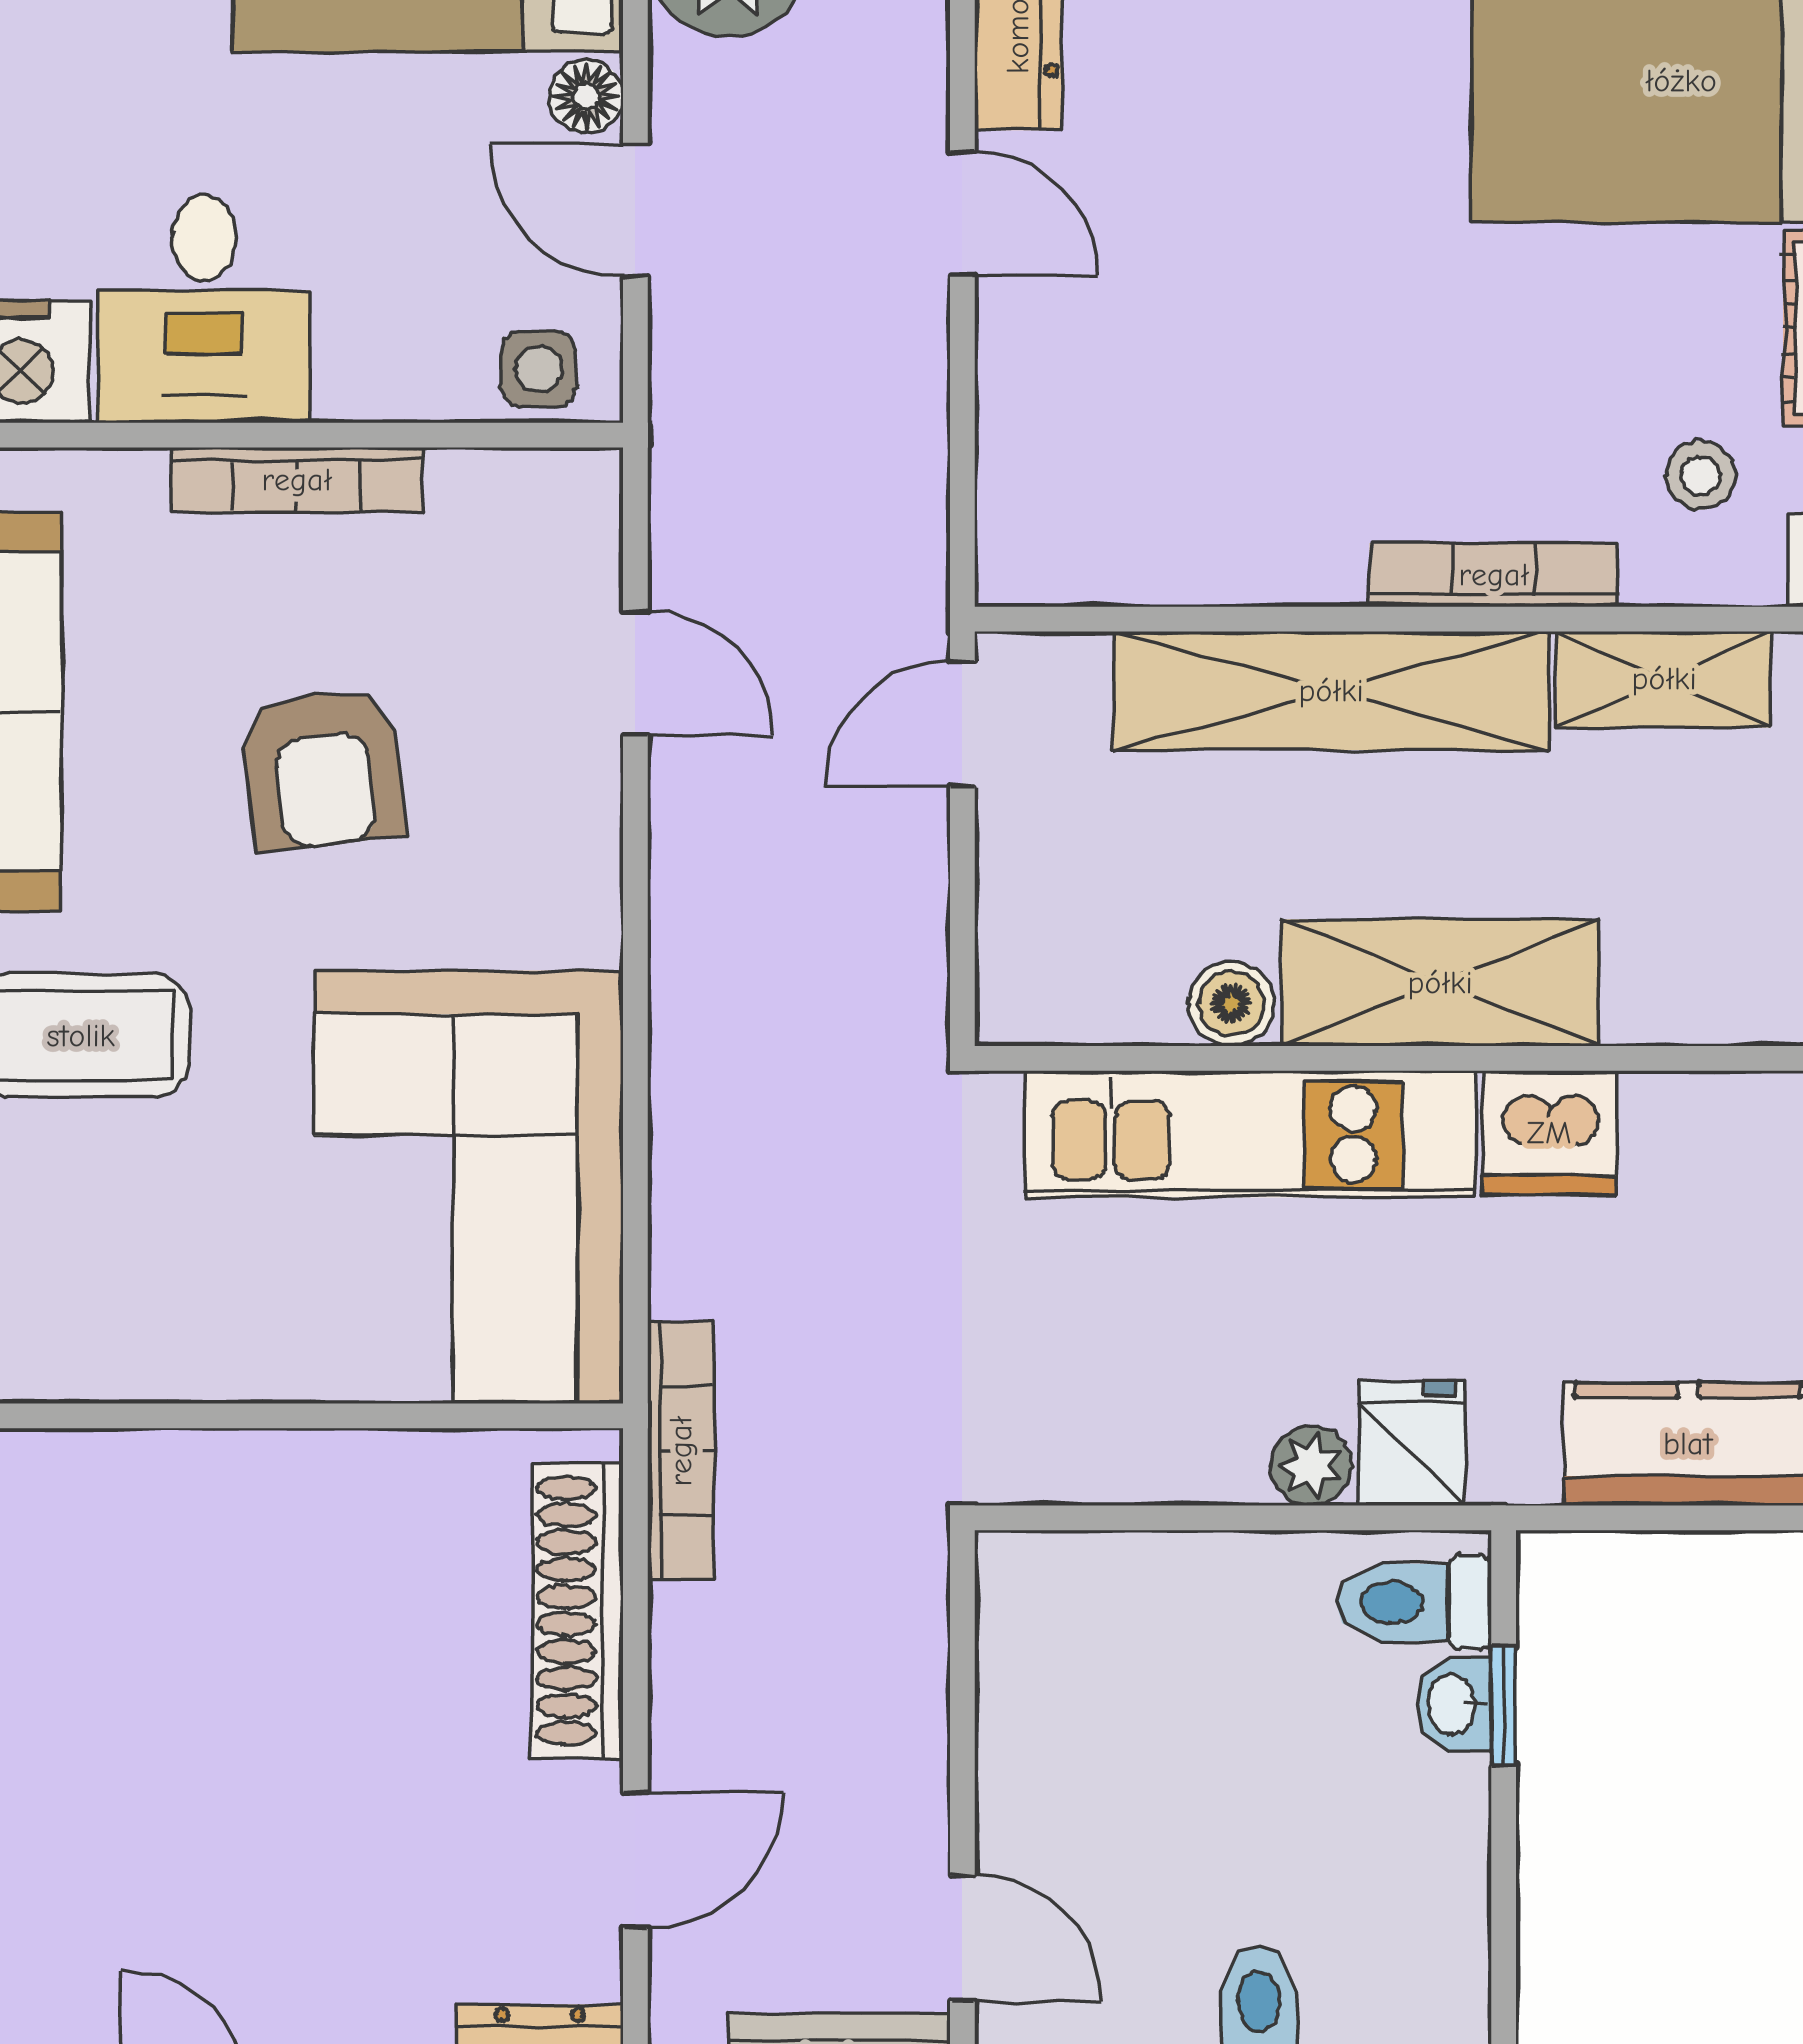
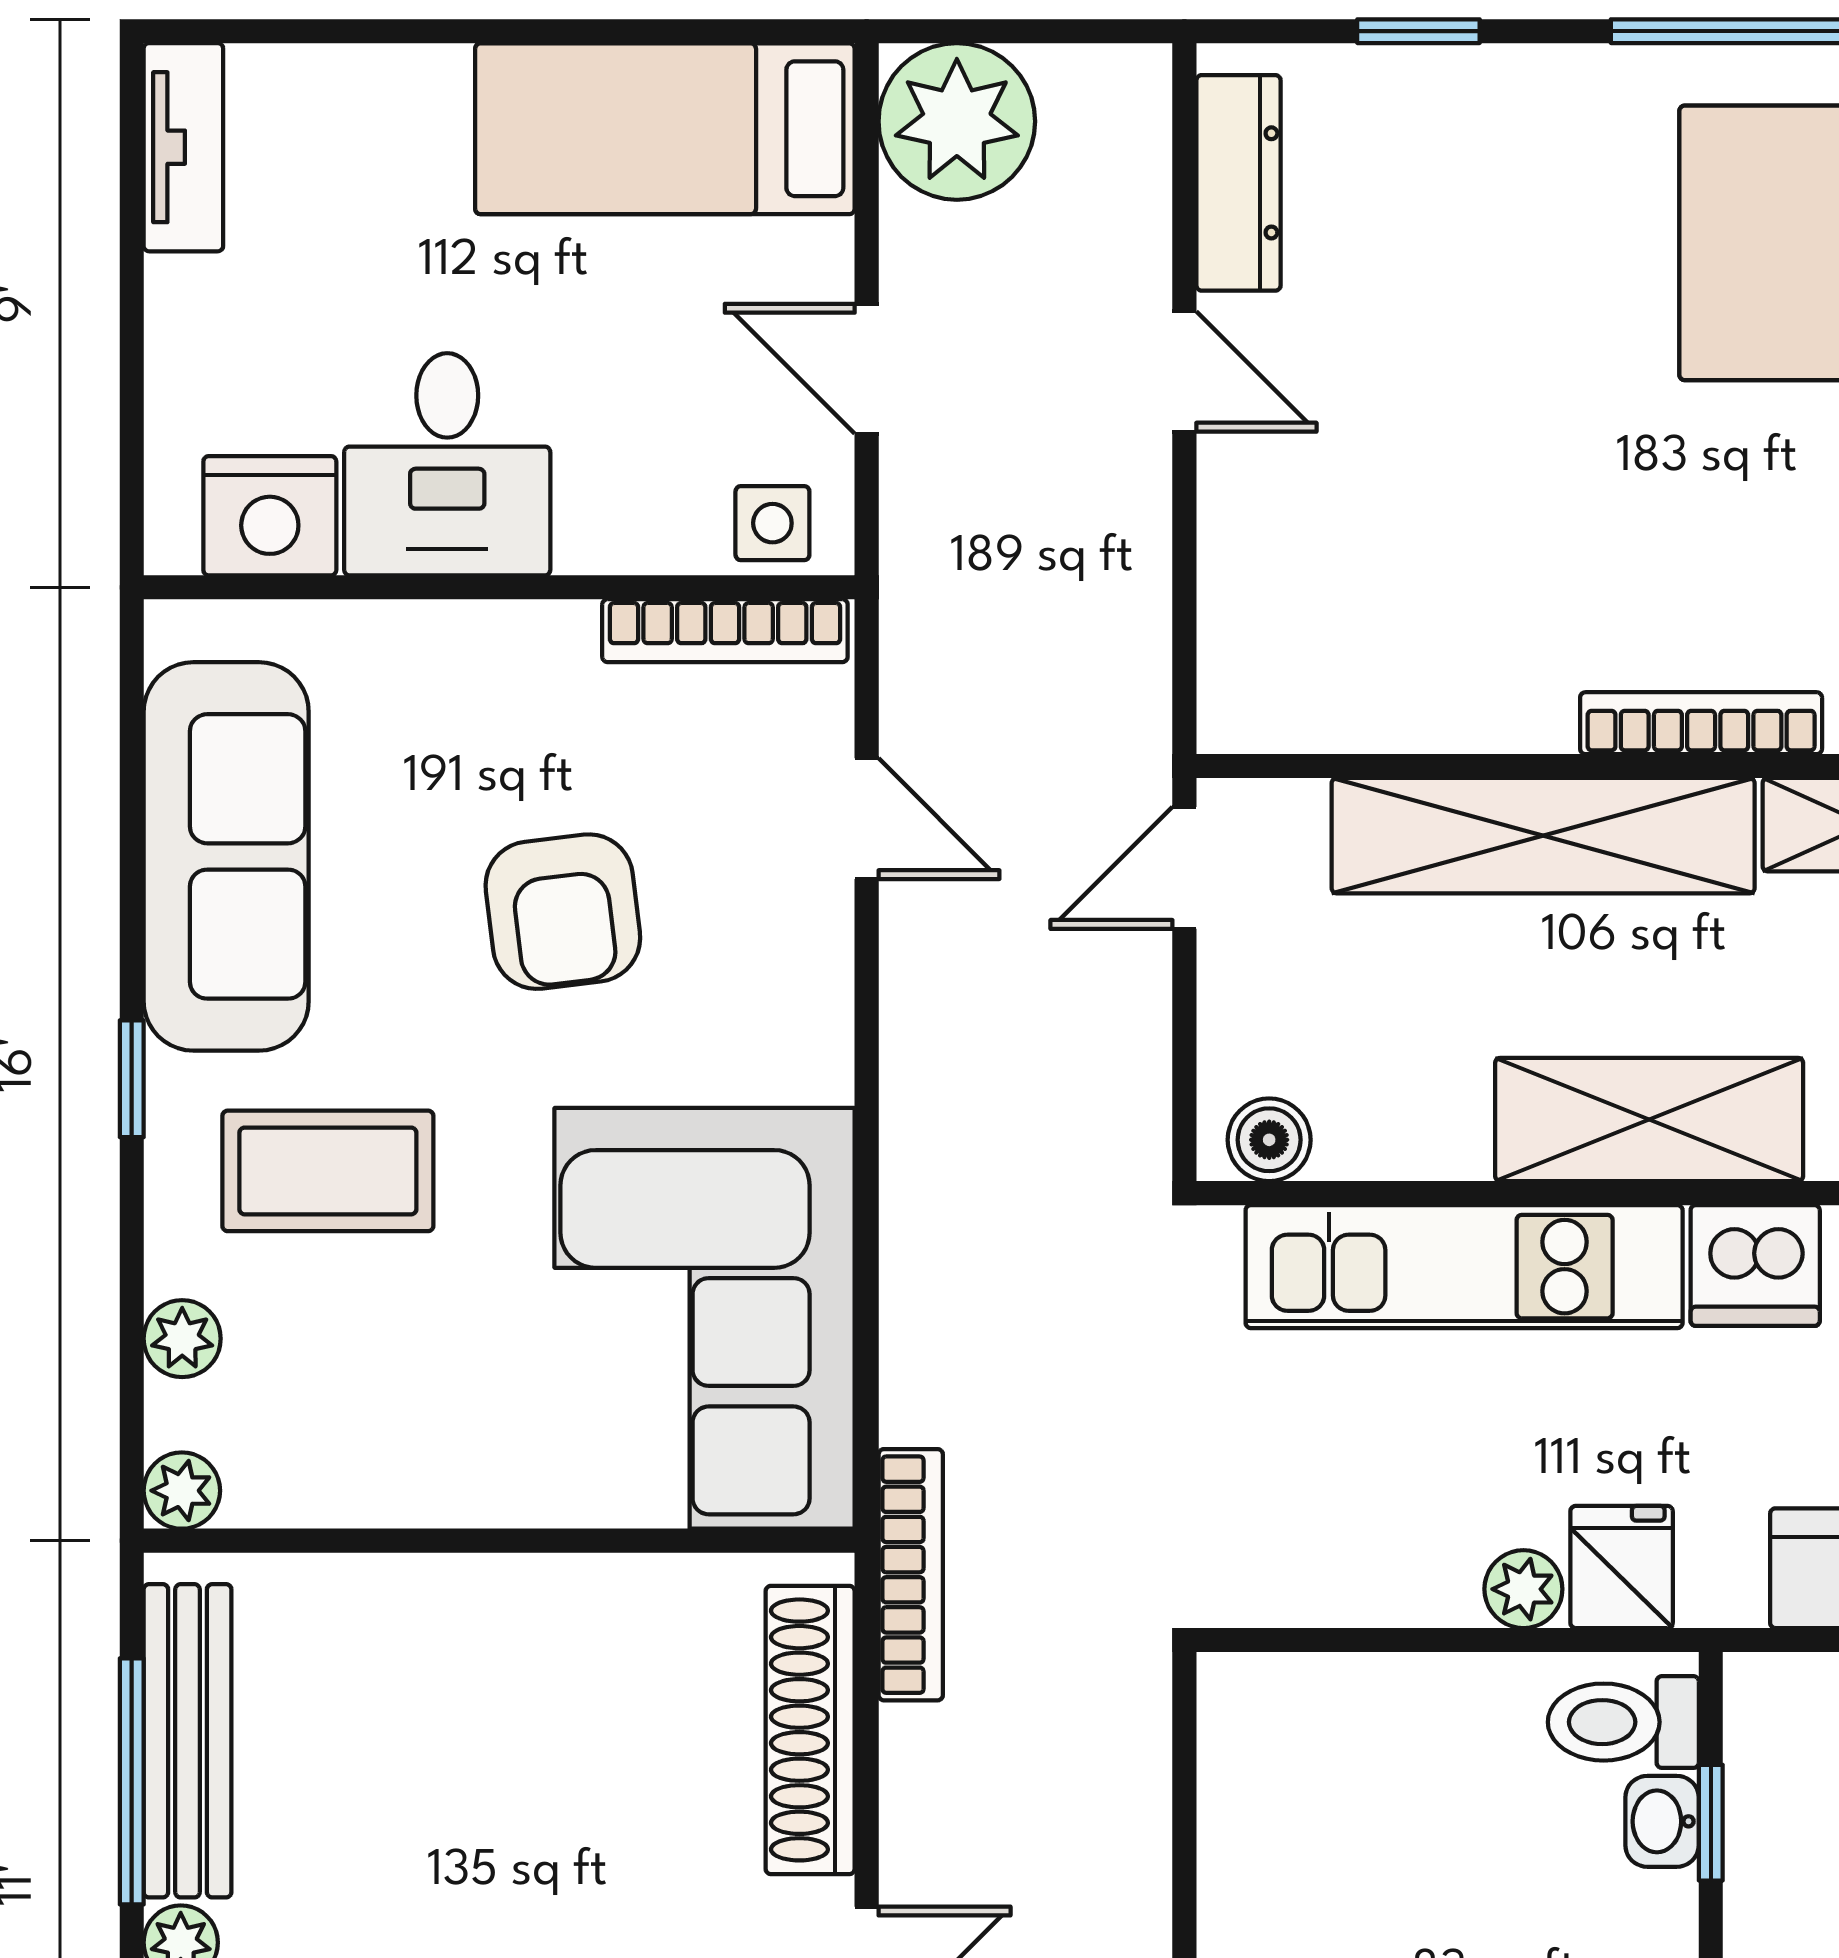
floor lamp: (586, 96) -> (819, 258), removed
bookcase: (297, 480) -> (725, 631), moved
boiler: (1231, 1003) -> (1269, 1140), moved

